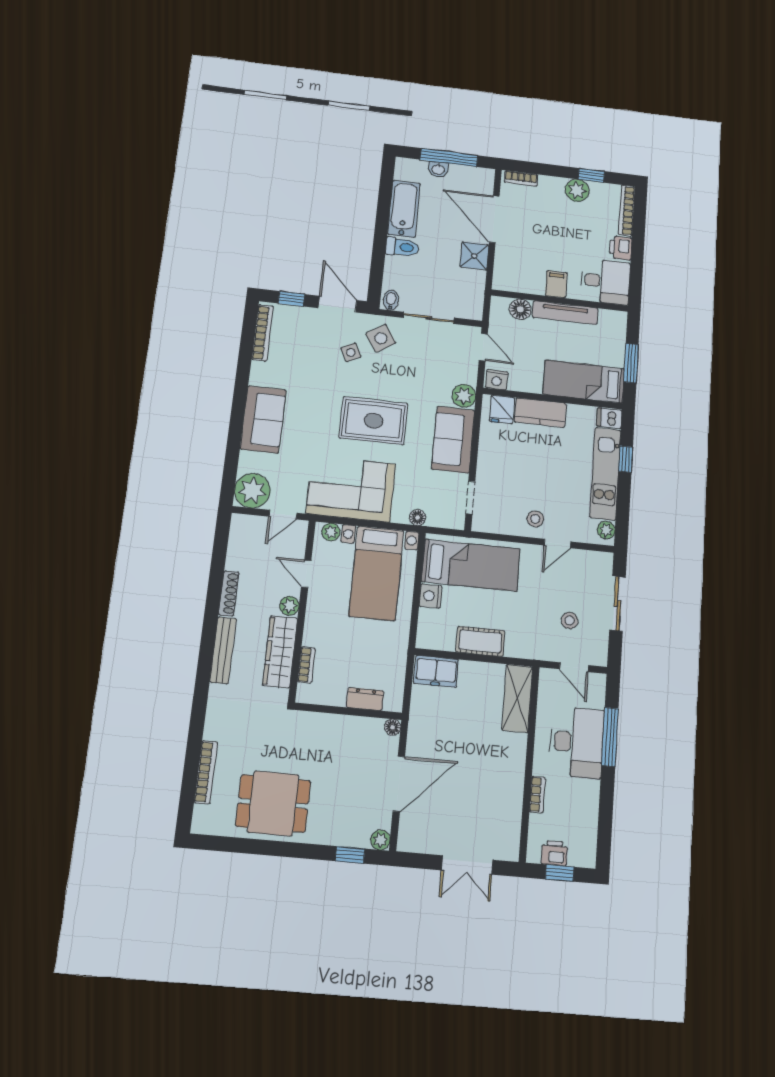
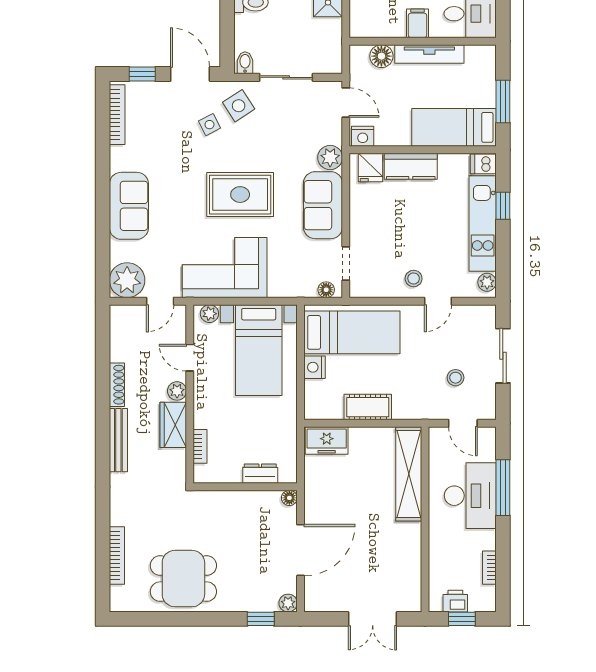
floor lamp: (418, 518) -> (326, 290), moved
wardrobe: (280, 652) -> (173, 425), width x0.67
shelving: (517, 698) -> (409, 474), width x1.47
bookcase: (537, 795) -> (489, 568), moved, turned 180

